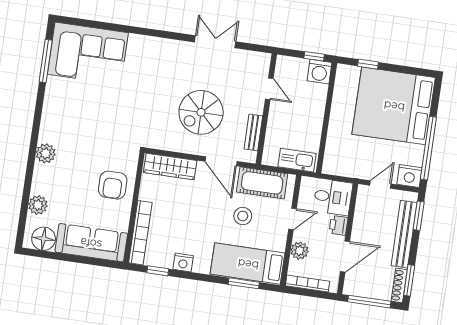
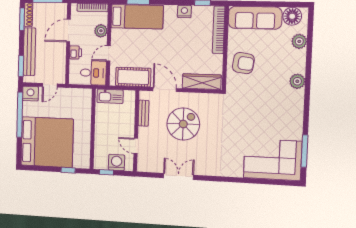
double door: (215, 42) -> (178, 177), swing flipped
washing machine: (319, 72) -> (117, 162), moved
armchair: (113, 185) -> (243, 63), turned 98
desk: (333, 197) -> (93, 73), moved, turned 180
stool: (243, 216) -> (144, 51), removed

